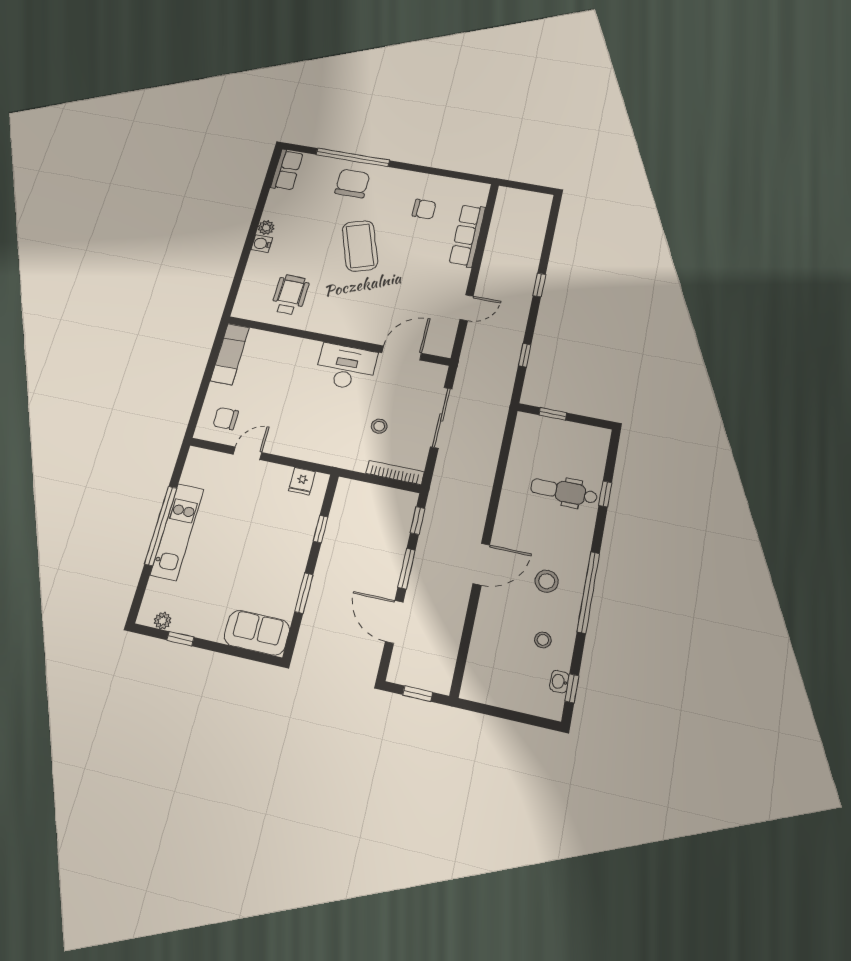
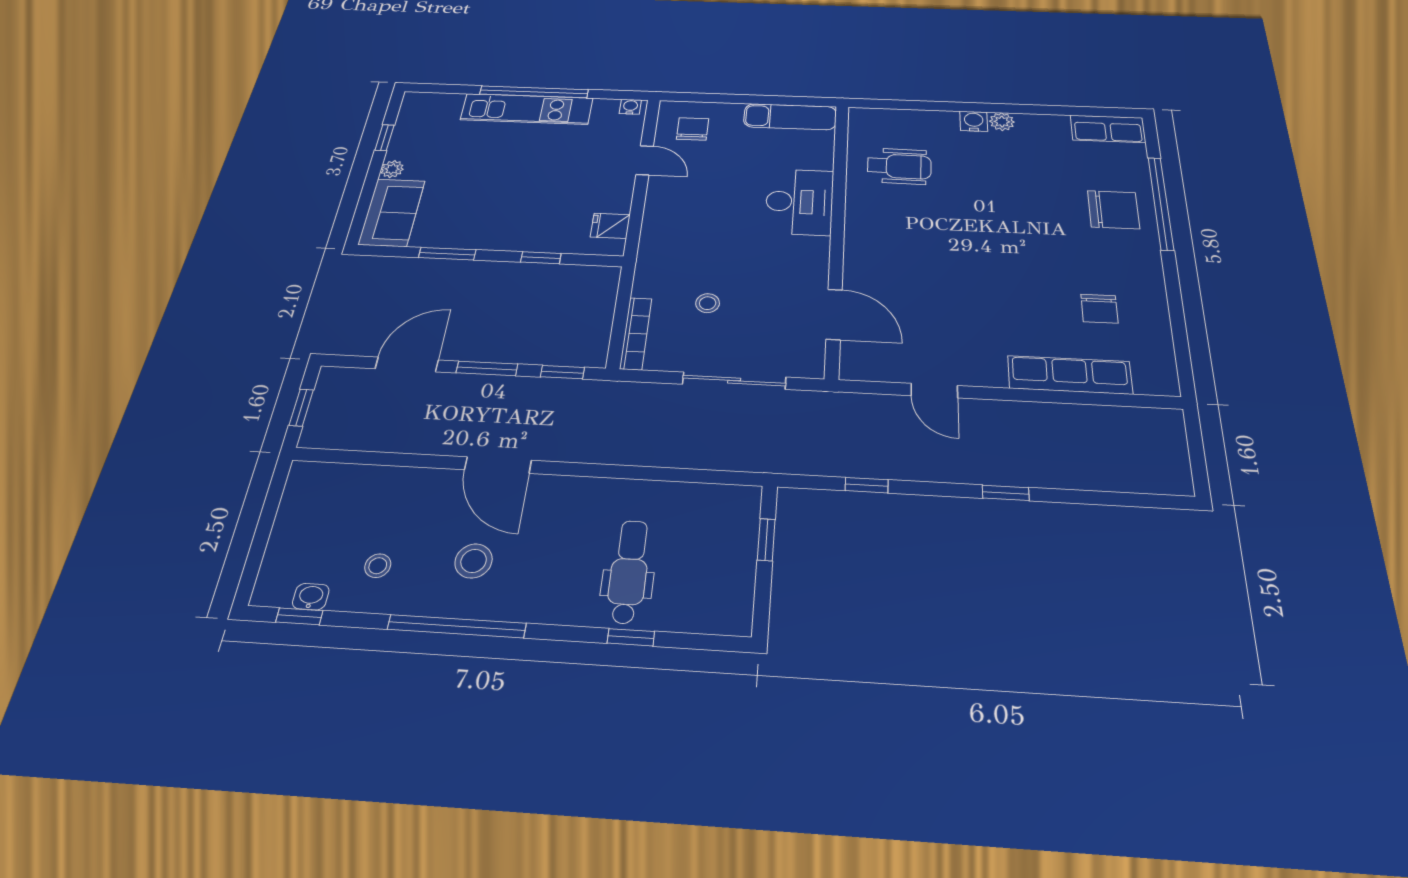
coffee table: (360, 246) -> (1006, 235), removed
desk: (346, 367) -> (799, 202), moved
water cooler: (194, 458) -> (630, 107), added
plant: (163, 621) -> (392, 169), moved

